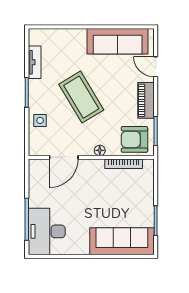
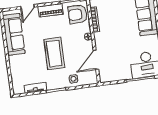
coffee table: (81, 97) -> (54, 54), turned -59
armchair: (134, 139) -> (78, 14), turned 90
door: (64, 157) -> (96, 60), swing flipped

